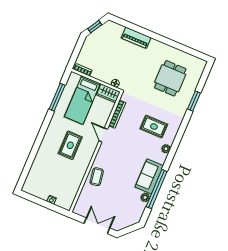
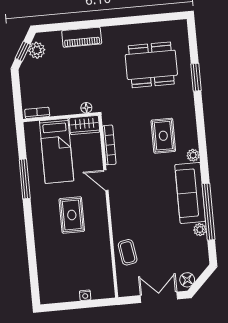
plant: (104, 31) -> (37, 50), added
dining table: (170, 78) -> (151, 65), width x1.38
window: (57, 97) -> (25, 179), moved
rug: (154, 127) -> (163, 136), turned 90
sofa: (149, 176) -> (190, 193), width x1.36
coffee table: (97, 177) -> (128, 252), moved
floor lamp: (120, 224) -> (187, 280), added

